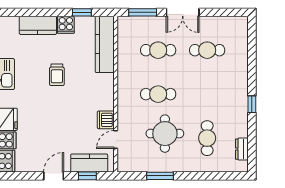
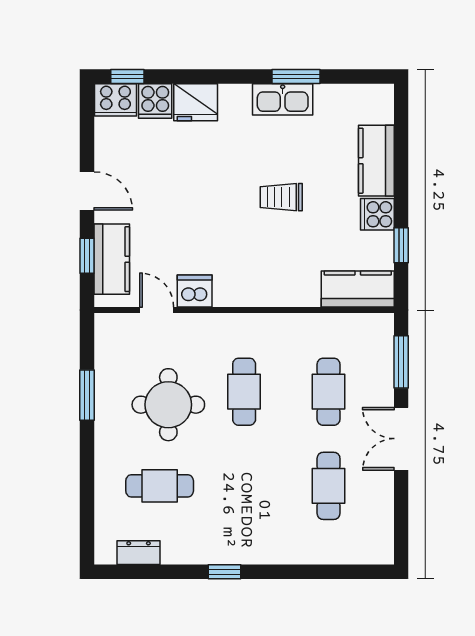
kitchen counter: (105, 44) -> (358, 289), width x0.67

